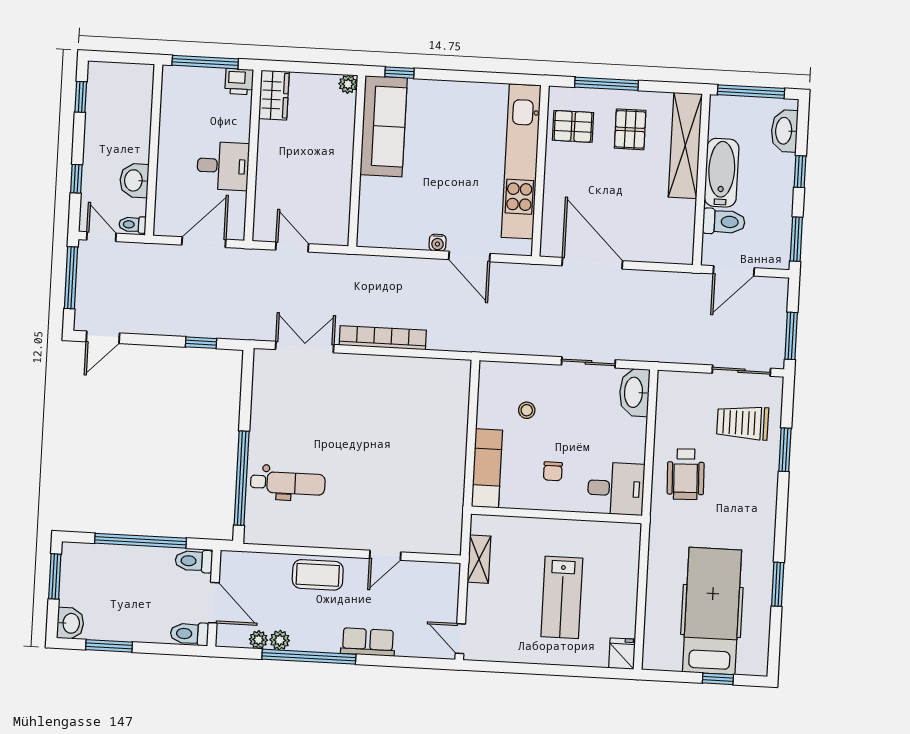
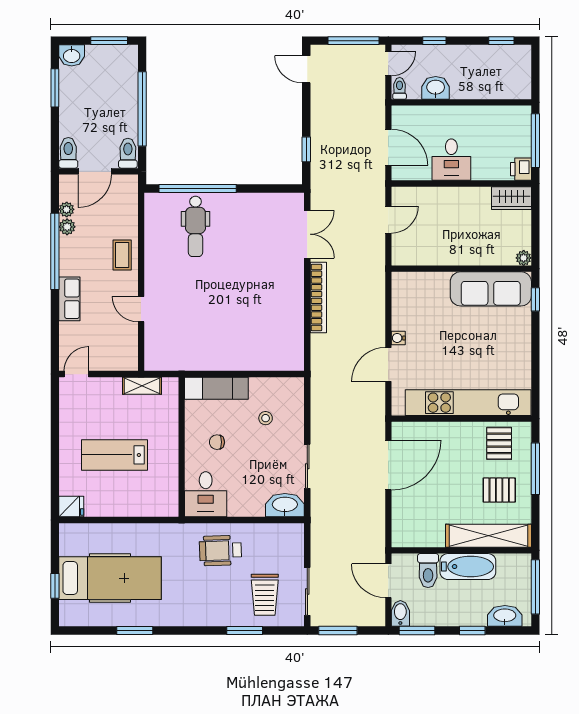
bidet: (774, 258) -> (400, 613), added
trolley: (743, 423) -> (265, 595), turned 180
coffee table: (318, 575) -> (122, 255), width x0.73, depth x0.77

